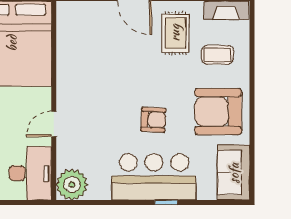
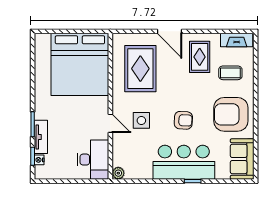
rug: (95, 49) -> (140, 69), added
side table: (96, 120) -> (141, 120), added
door: (54, 124) -> (110, 123), swing flipped
plant: (72, 184) -> (118, 173), width x0.53, depth x0.53

